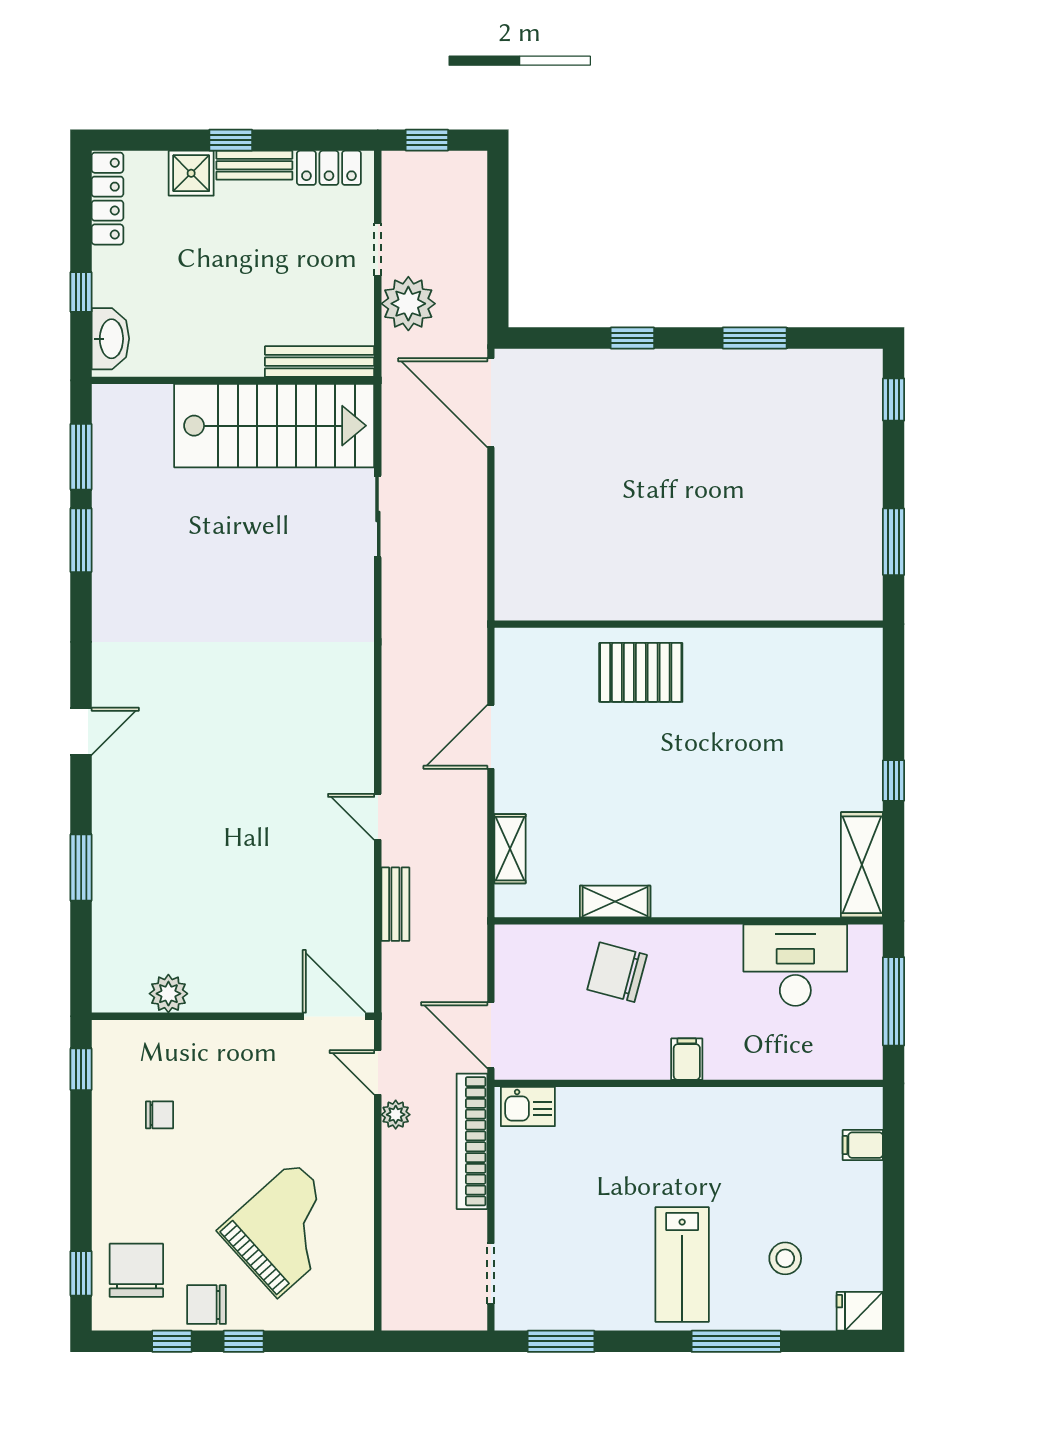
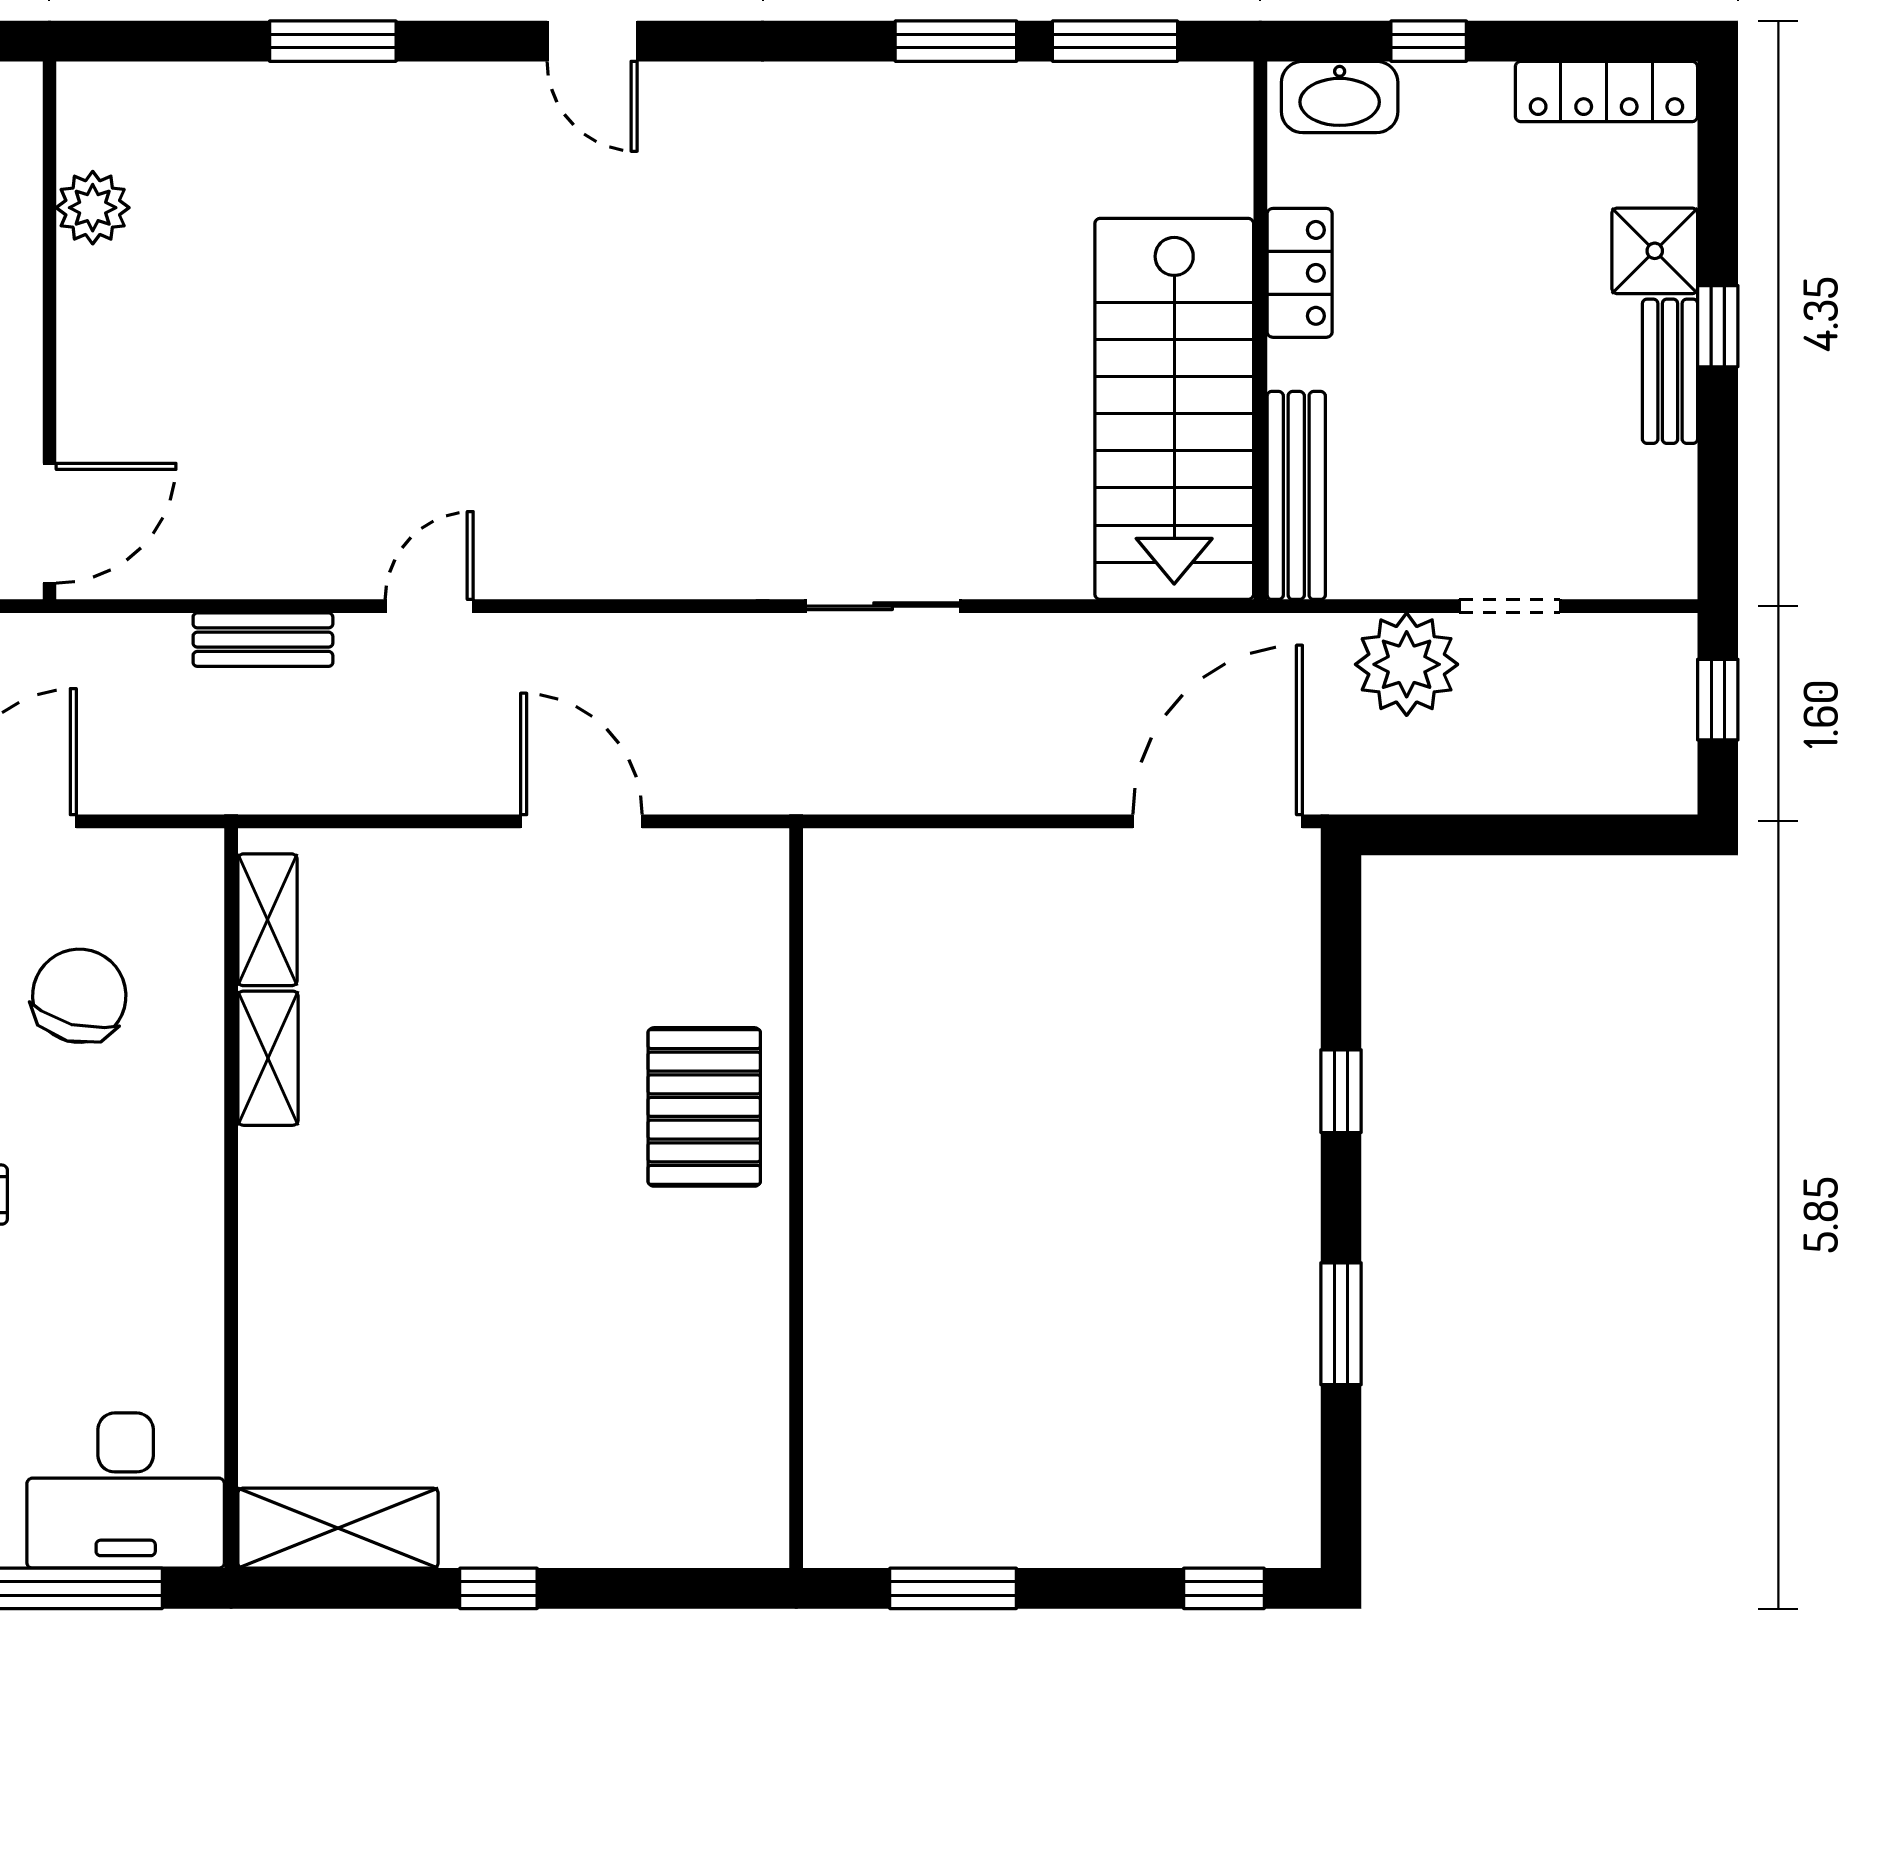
locker: (329, 168) -> (1300, 273), moved, turned 180
sliding door: (378, 516) -> (883, 606), moved
shelving: (510, 849) -> (267, 920), moved, turned 90
desk: (795, 965) -> (126, 1491), moved, turned 90
chair: (617, 972) -> (79, 996), moved

